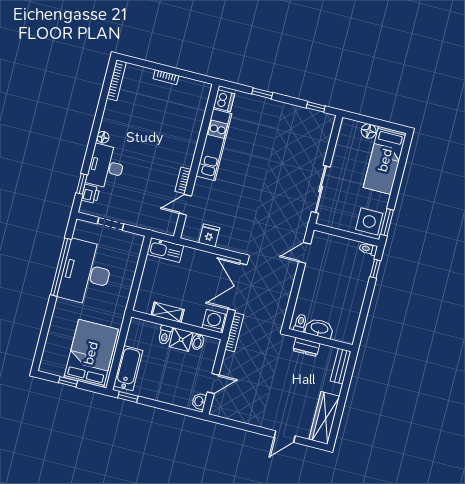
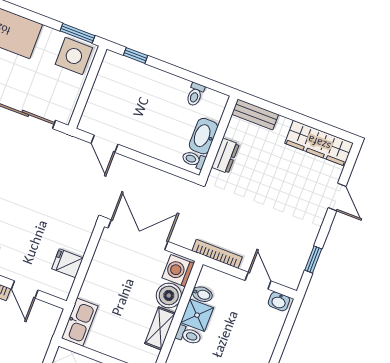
toilet: (368, 249) -> (195, 94), moved
double door: (238, 287) -> (138, 235), swing flipped
boiler: (194, 316) -> (169, 295), added
bookcase: (234, 332) -> (217, 254), moved
window: (234, 424) -> (313, 260), added

